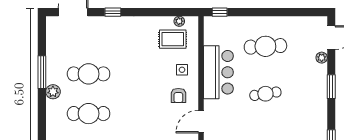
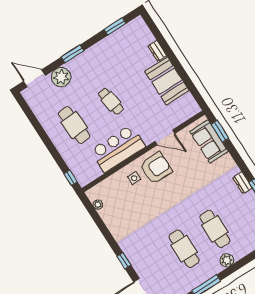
rug: (173, 39) -> (115, 201), removed
plant: (322, 58) -> (61, 77), width x1.87, depth x1.87
plant: (53, 92) -> (227, 260), moved
armchair: (178, 96) -> (156, 168), width x1.88, depth x1.88

